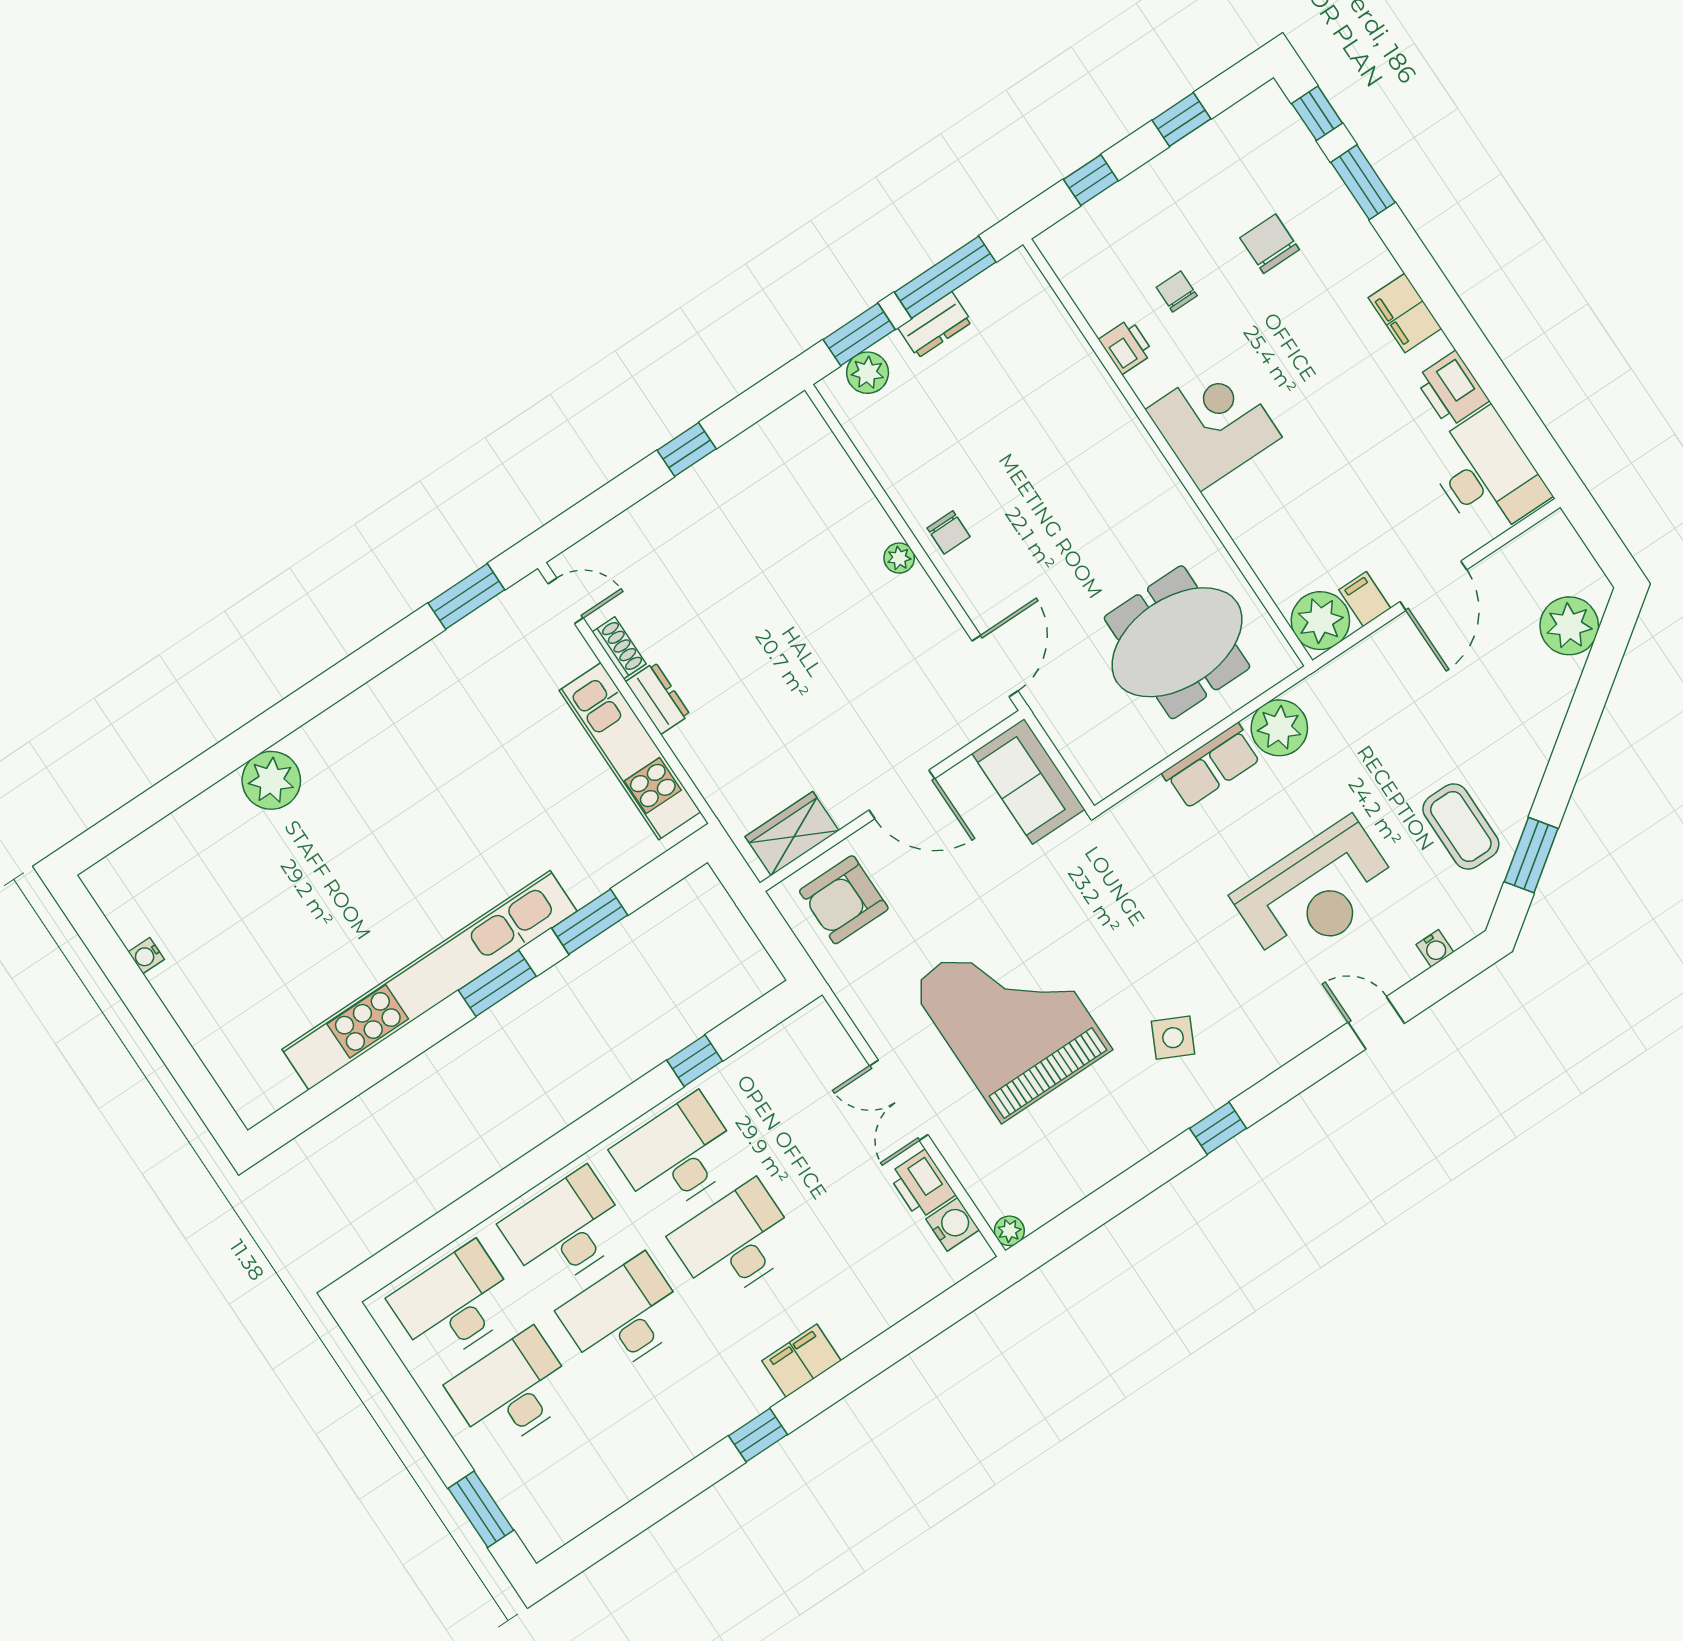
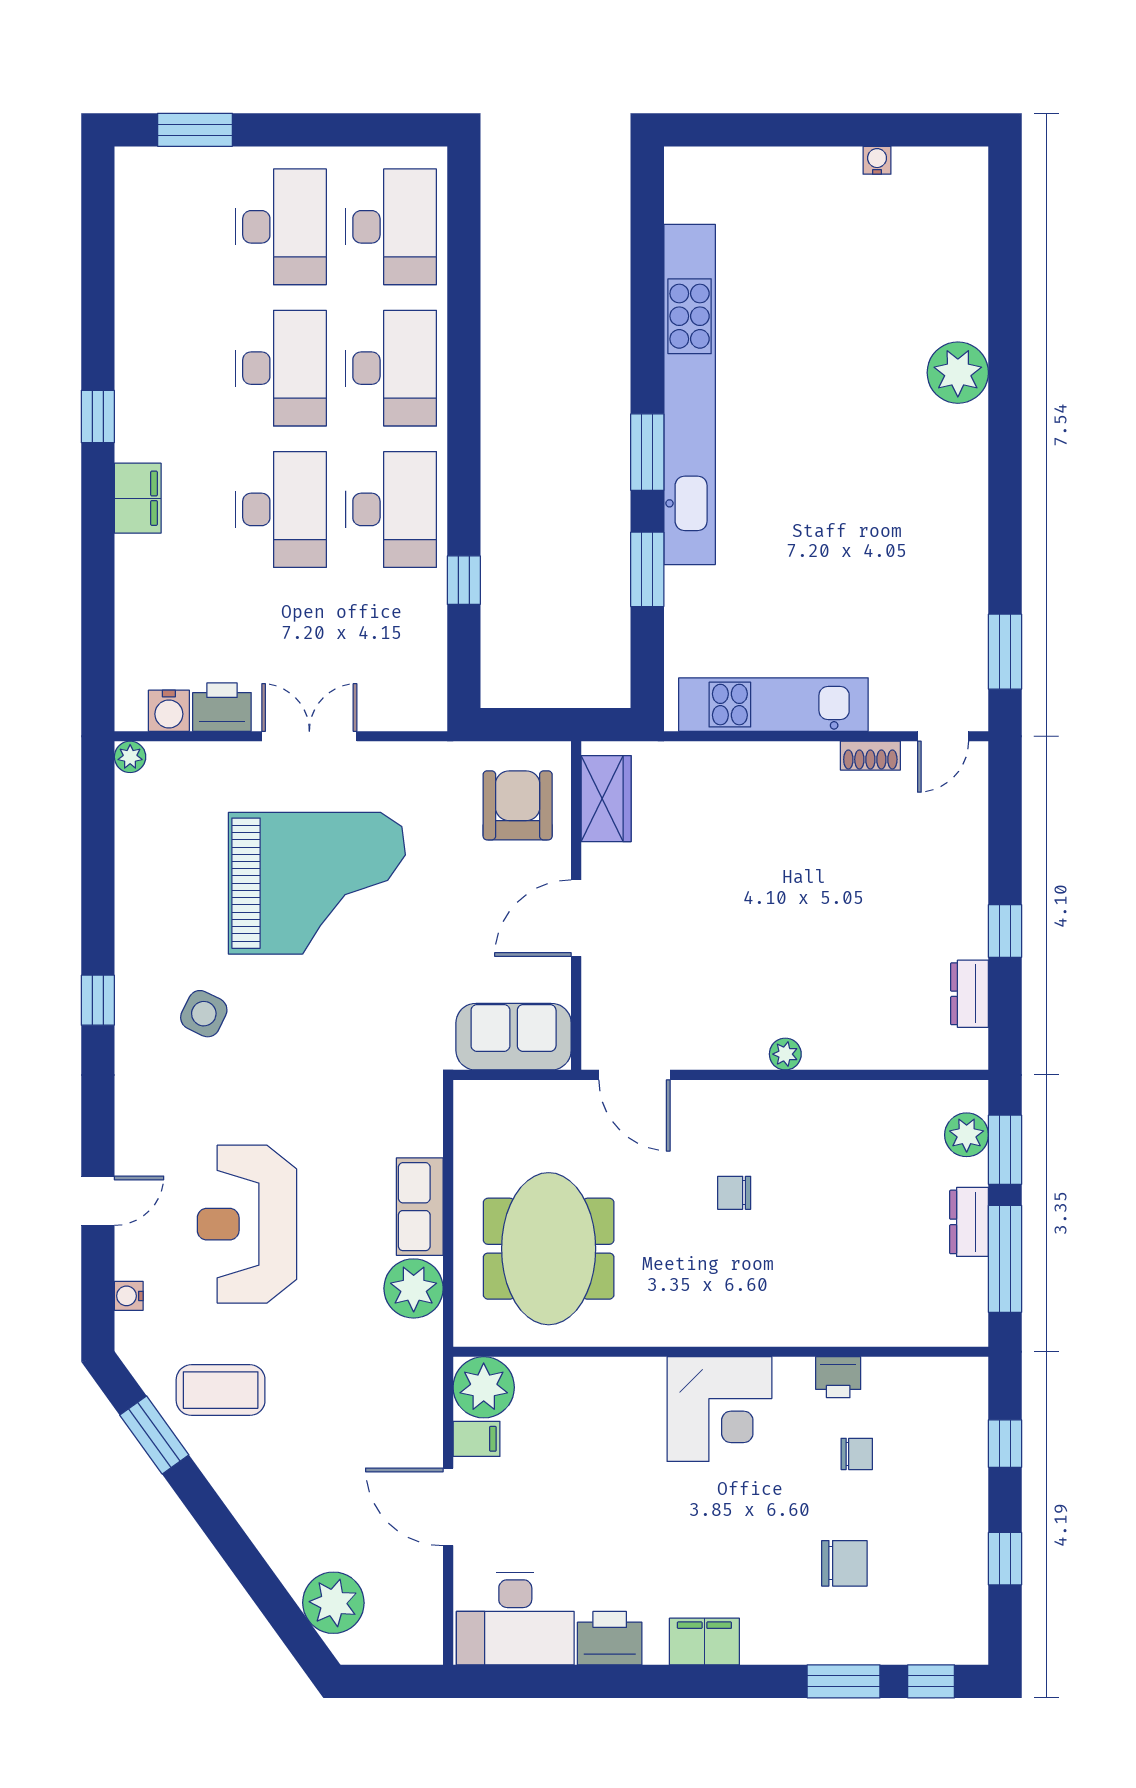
chair: (949, 532) -> (734, 1193), moved
dresser: (658, 698) -> (970, 994), moved, turned 90

